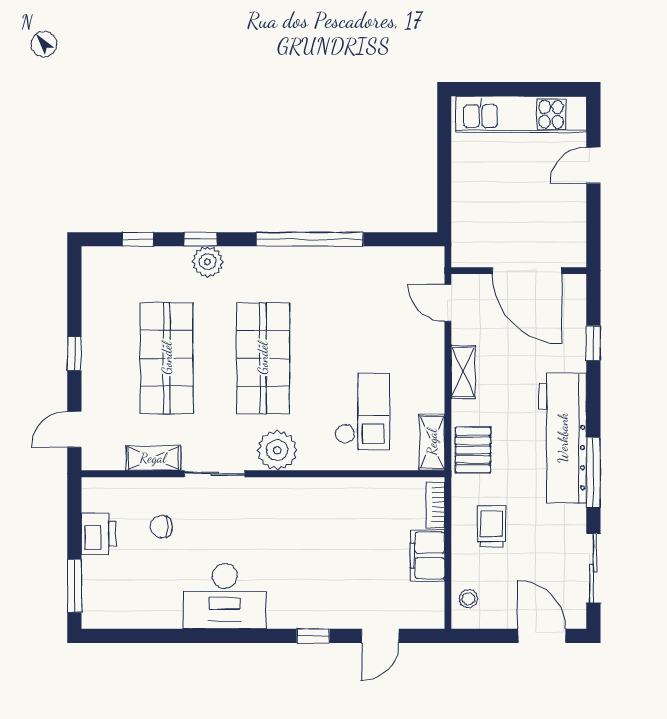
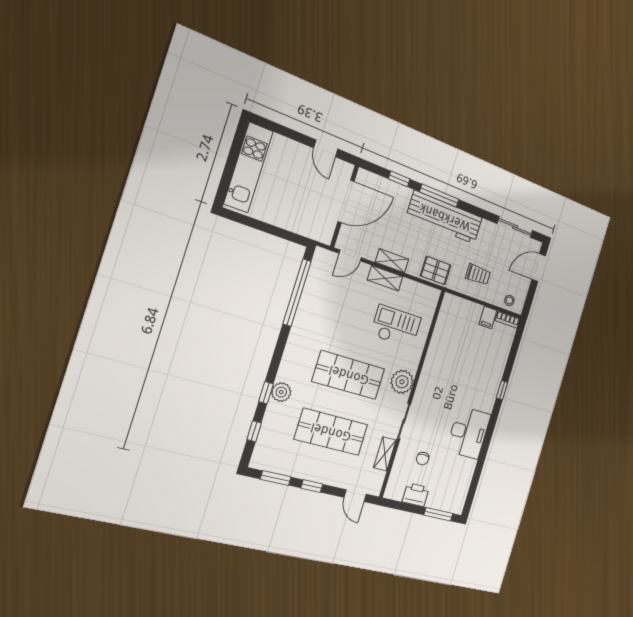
door: (593, 165) -> (326, 148), moved
window: (310, 239) -> (297, 293), moved
window: (74, 293) -> (276, 478), added
shelving: (432, 442) -> (385, 278), moved
window: (593, 472) -> (439, 196), moved
bookcase: (435, 505) -> (508, 320), moved
trolley: (492, 527) -> (478, 275), turned 180
filing cabinet: (427, 556) -> (488, 317), width x0.50
door: (380, 636) -> (513, 354), removed

